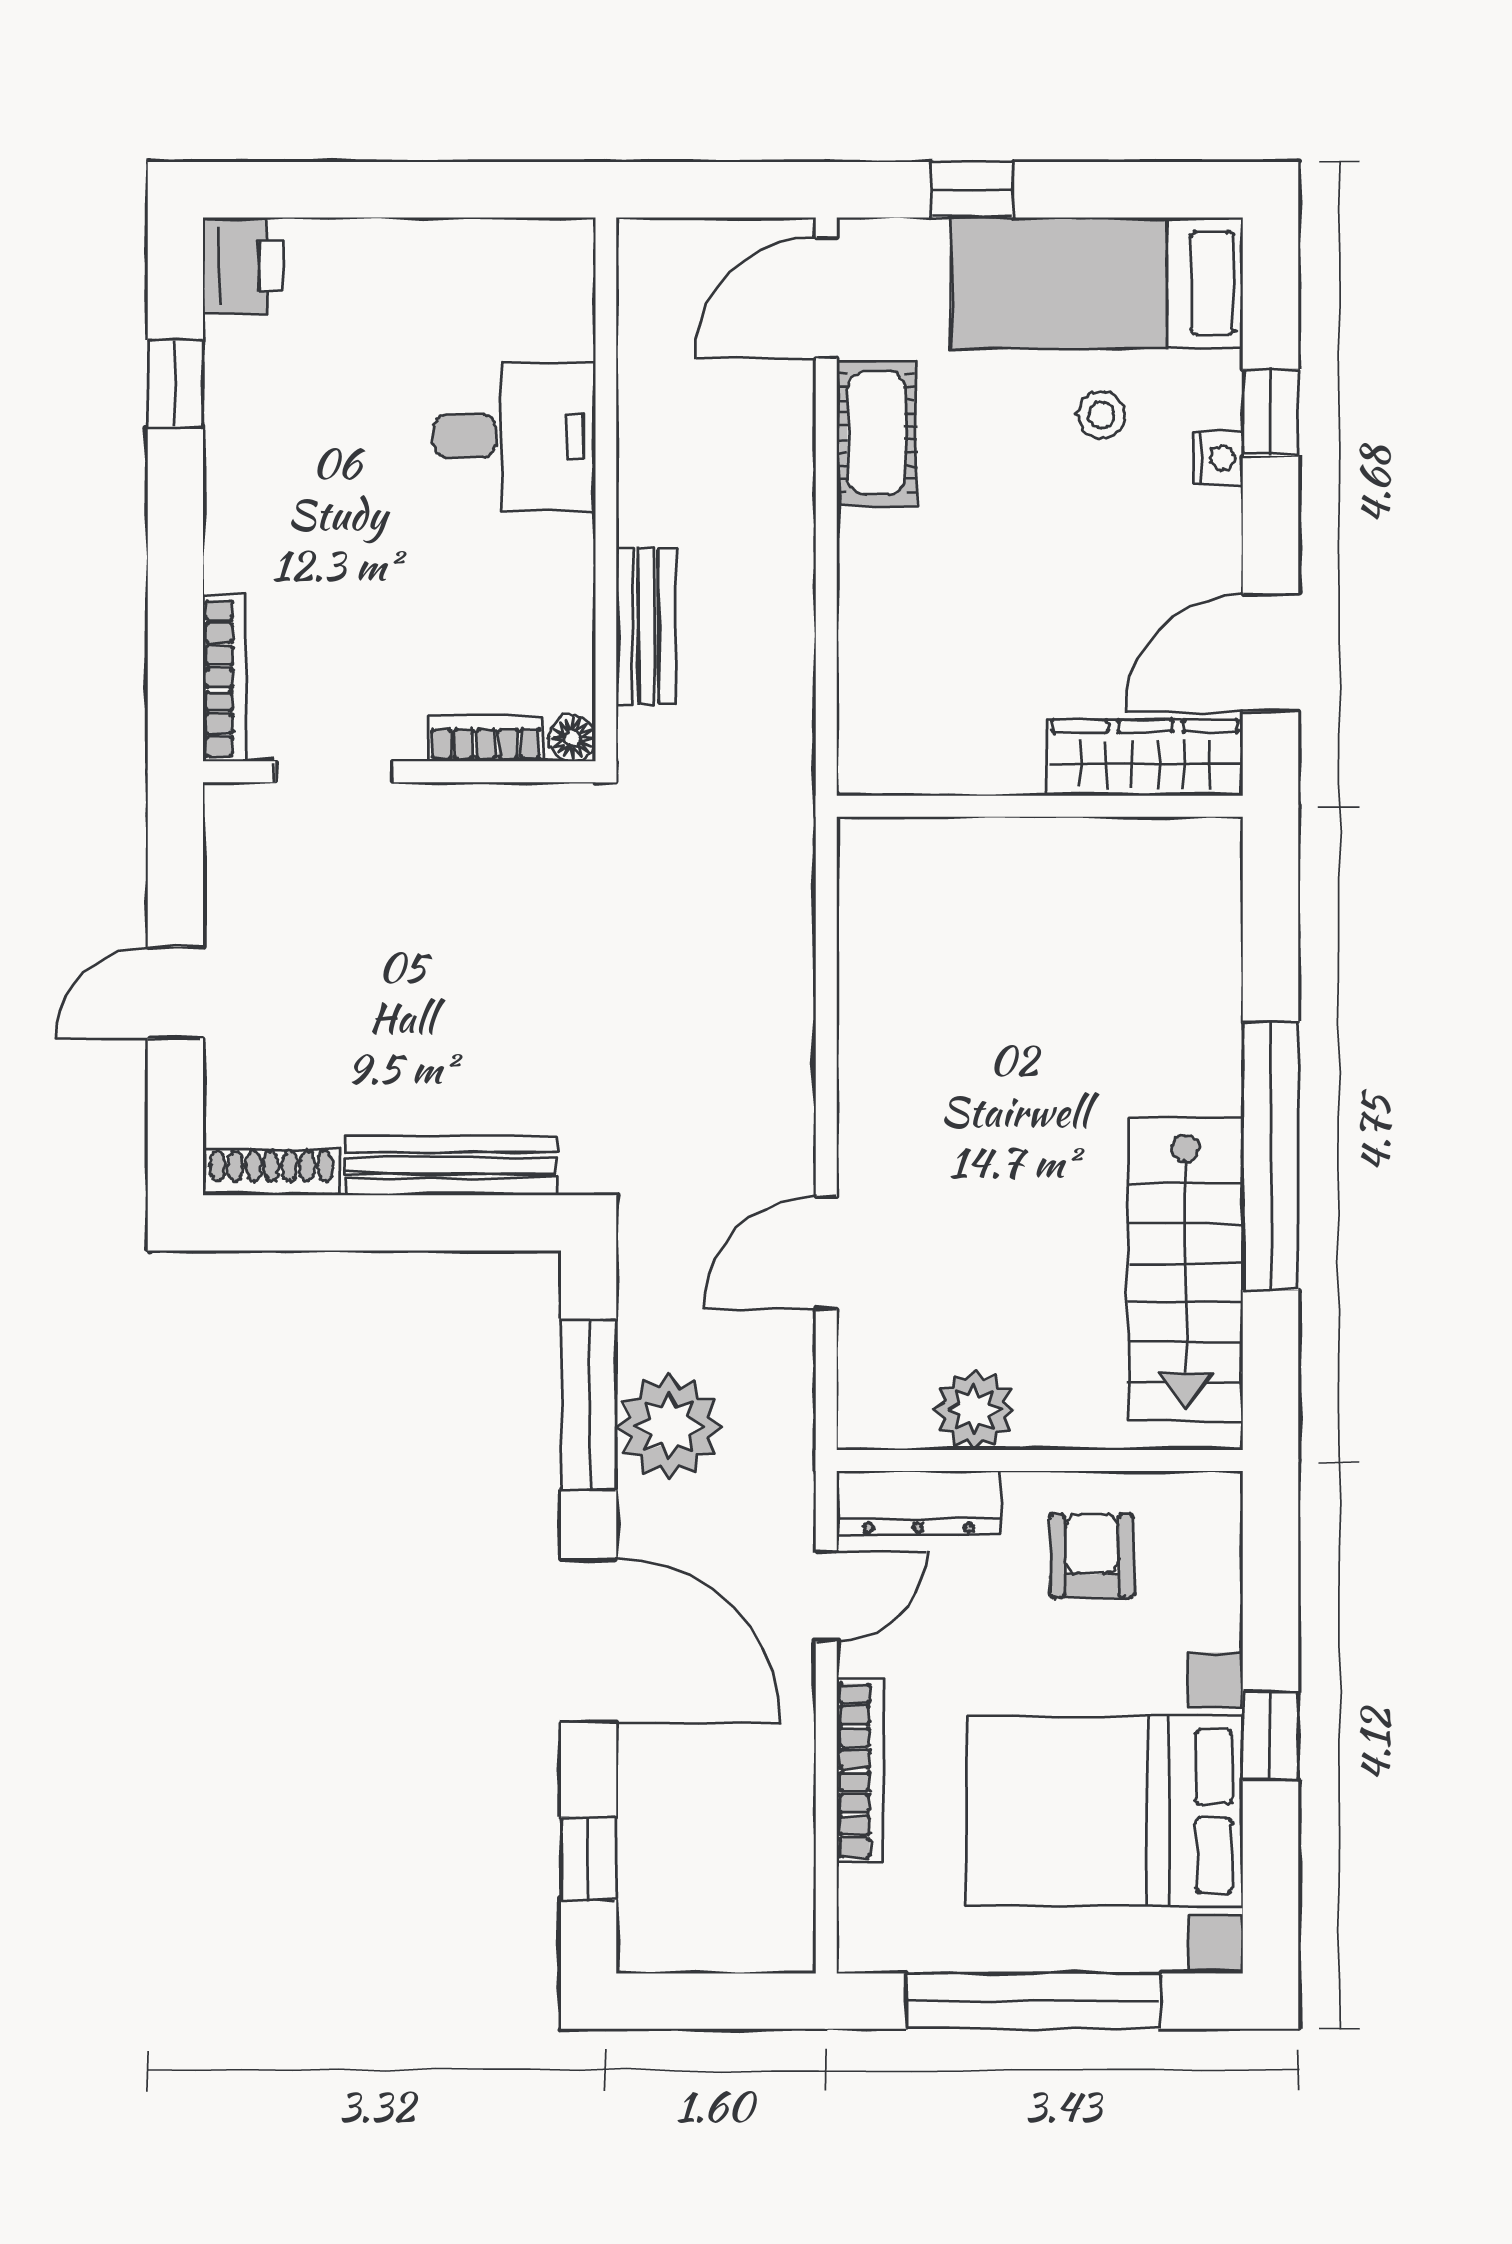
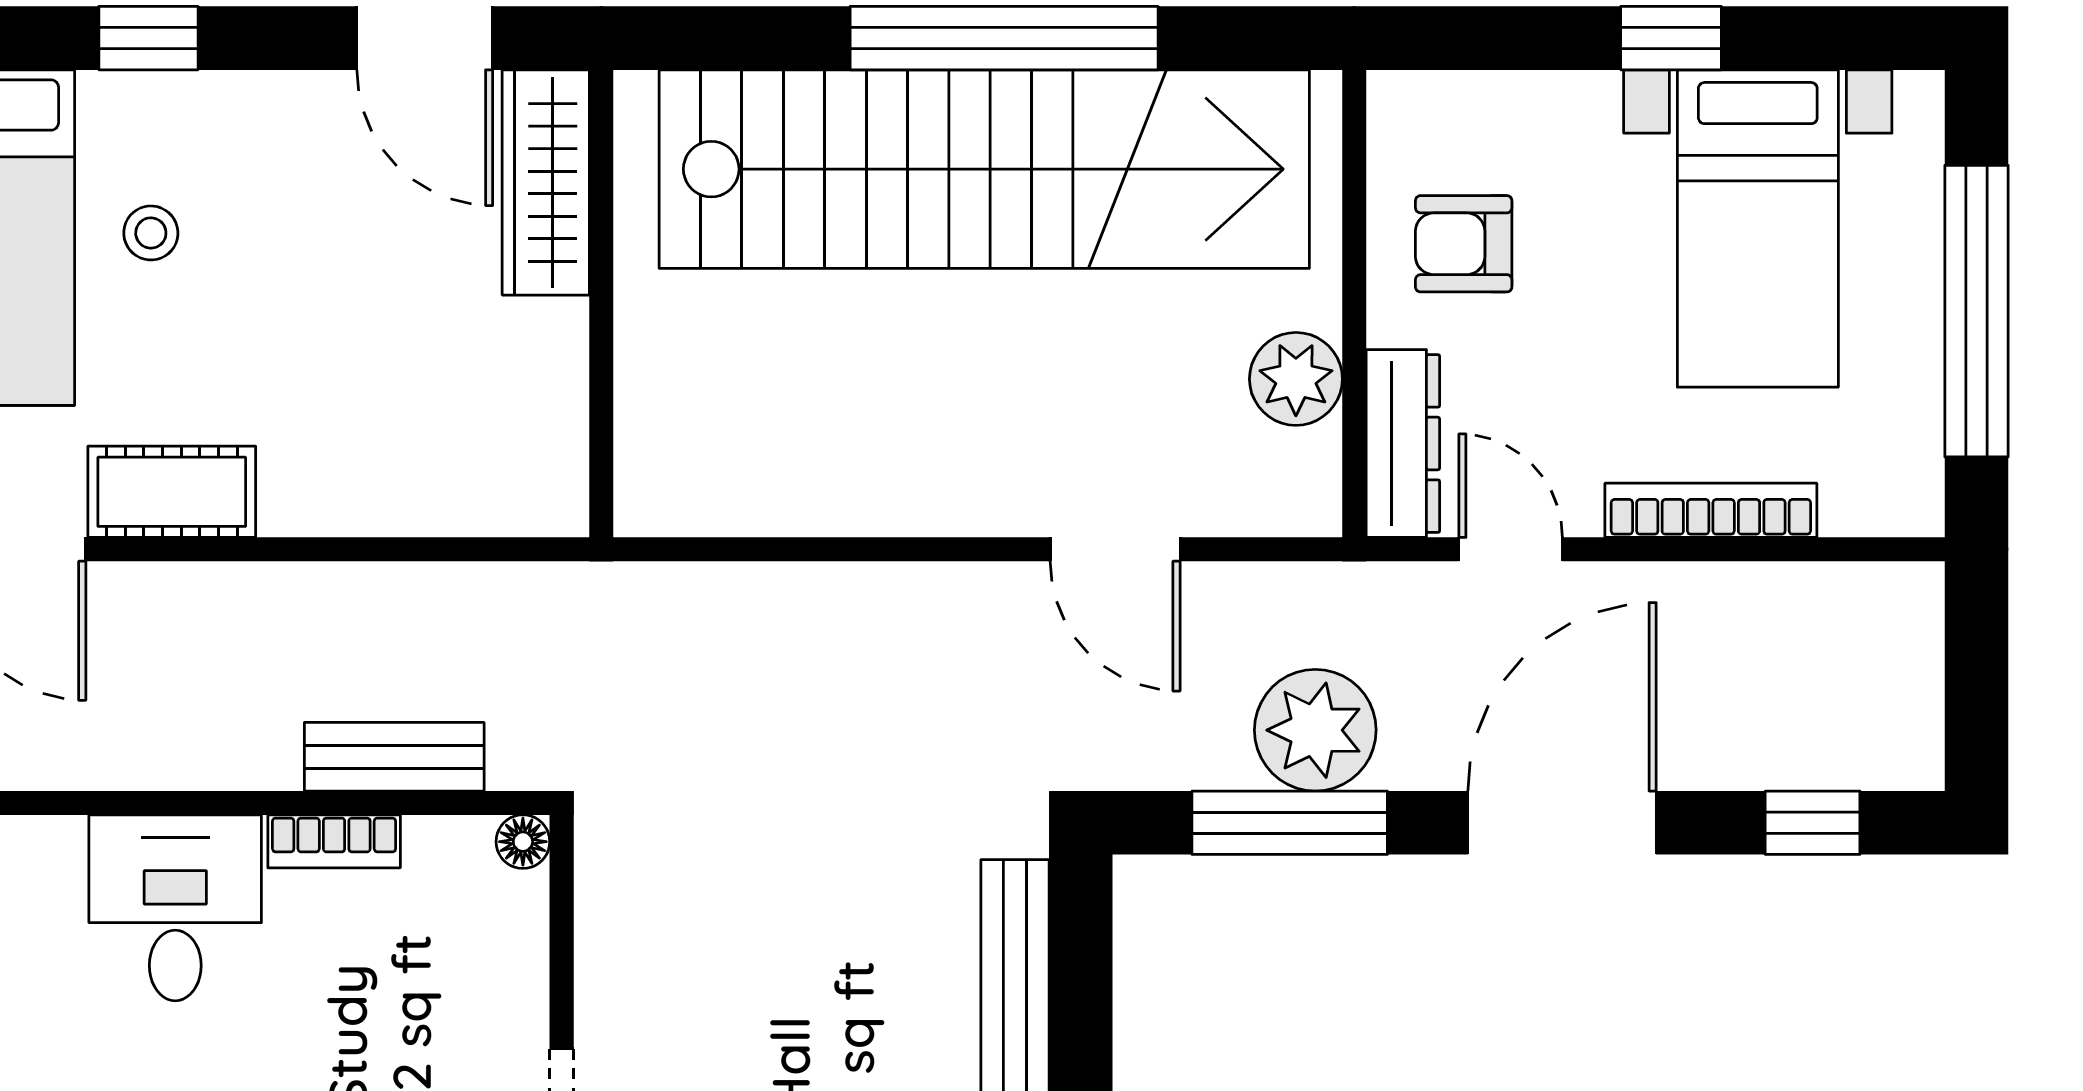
nightstand: (1218, 458) -> (200, 98), removed
bookcase: (486, 738) -> (334, 841), moved, turned -90
stairs: (1186, 1270) -> (984, 169), width x1.86, depth x1.51
bed with nightstands: (1105, 1811) -> (1758, 228), width x0.73

